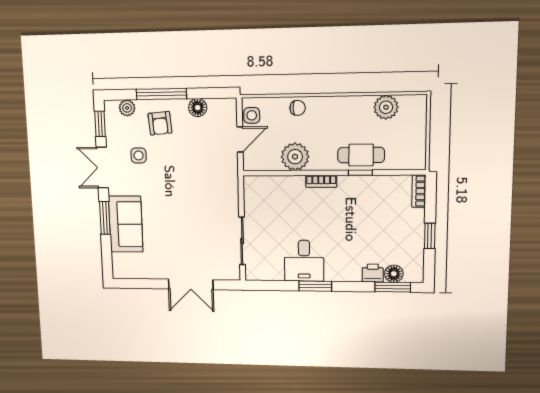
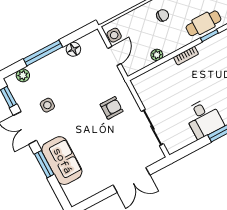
chair: (298, 108) -> (163, 15), moved
armchair: (160, 123) -> (112, 108), moved, turned -85
plant: (295, 157) -> (157, 55), width x0.53, depth x0.53

